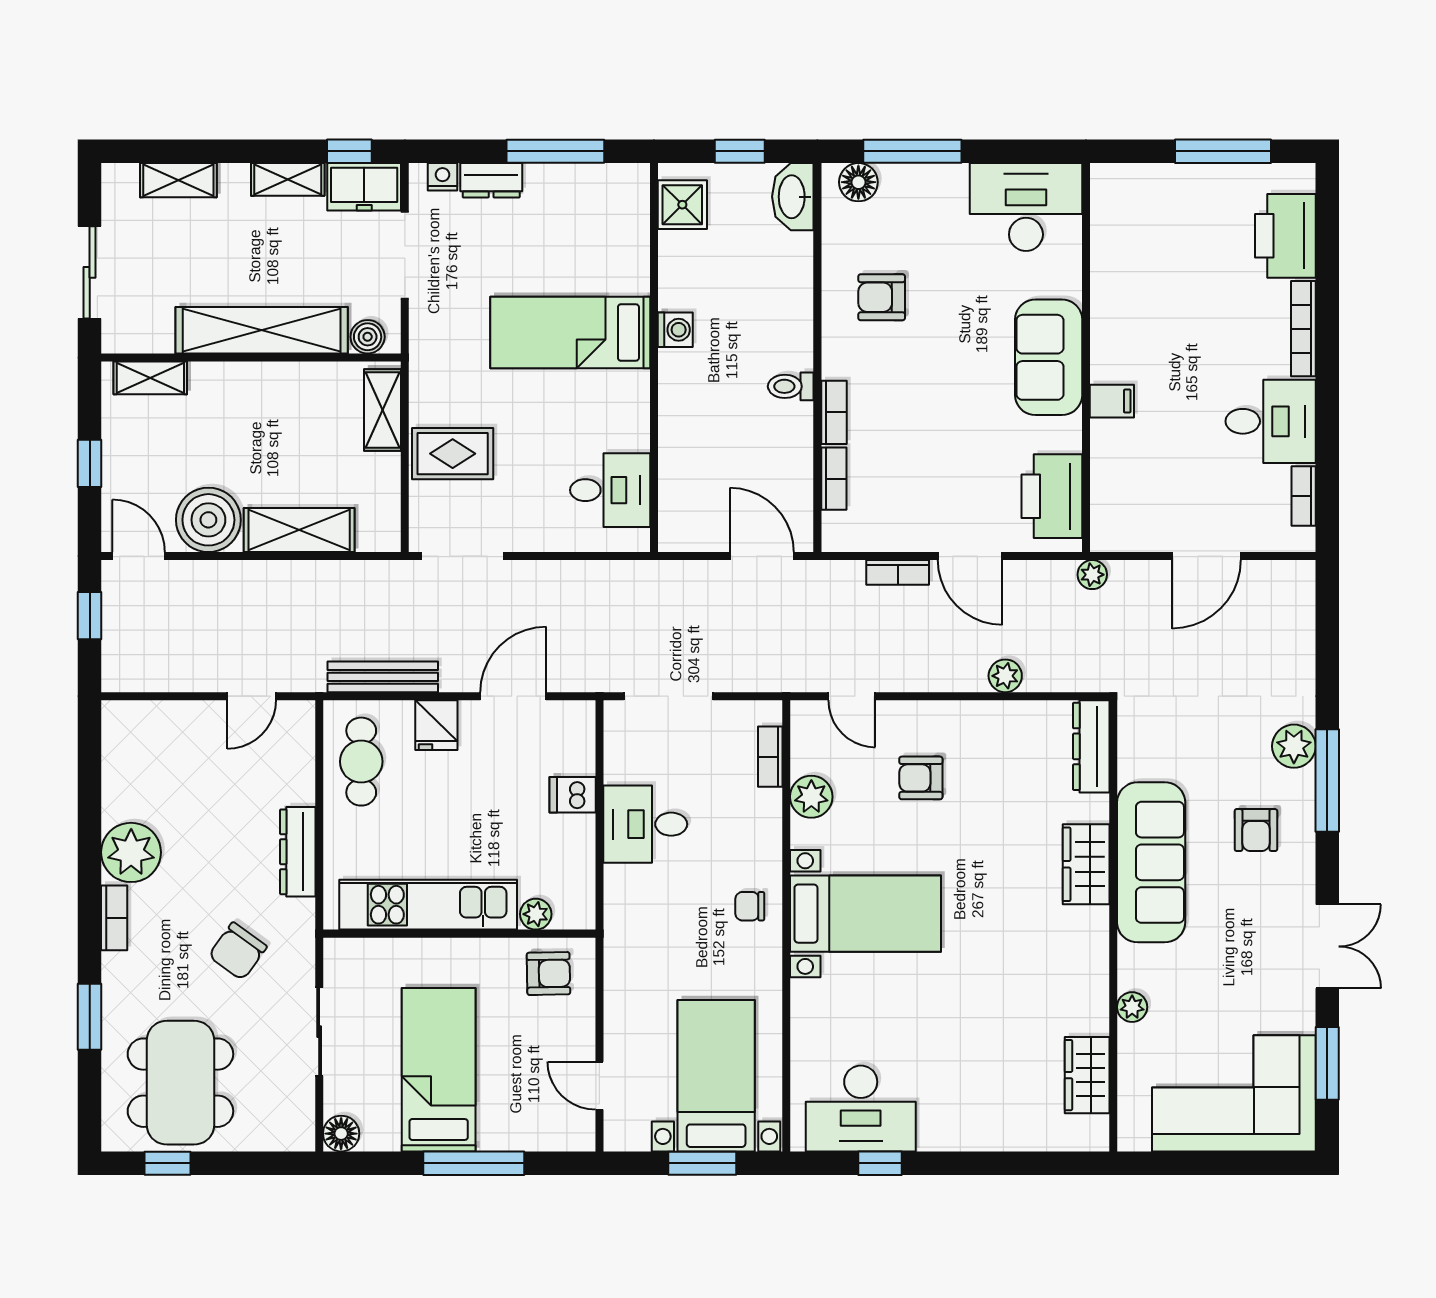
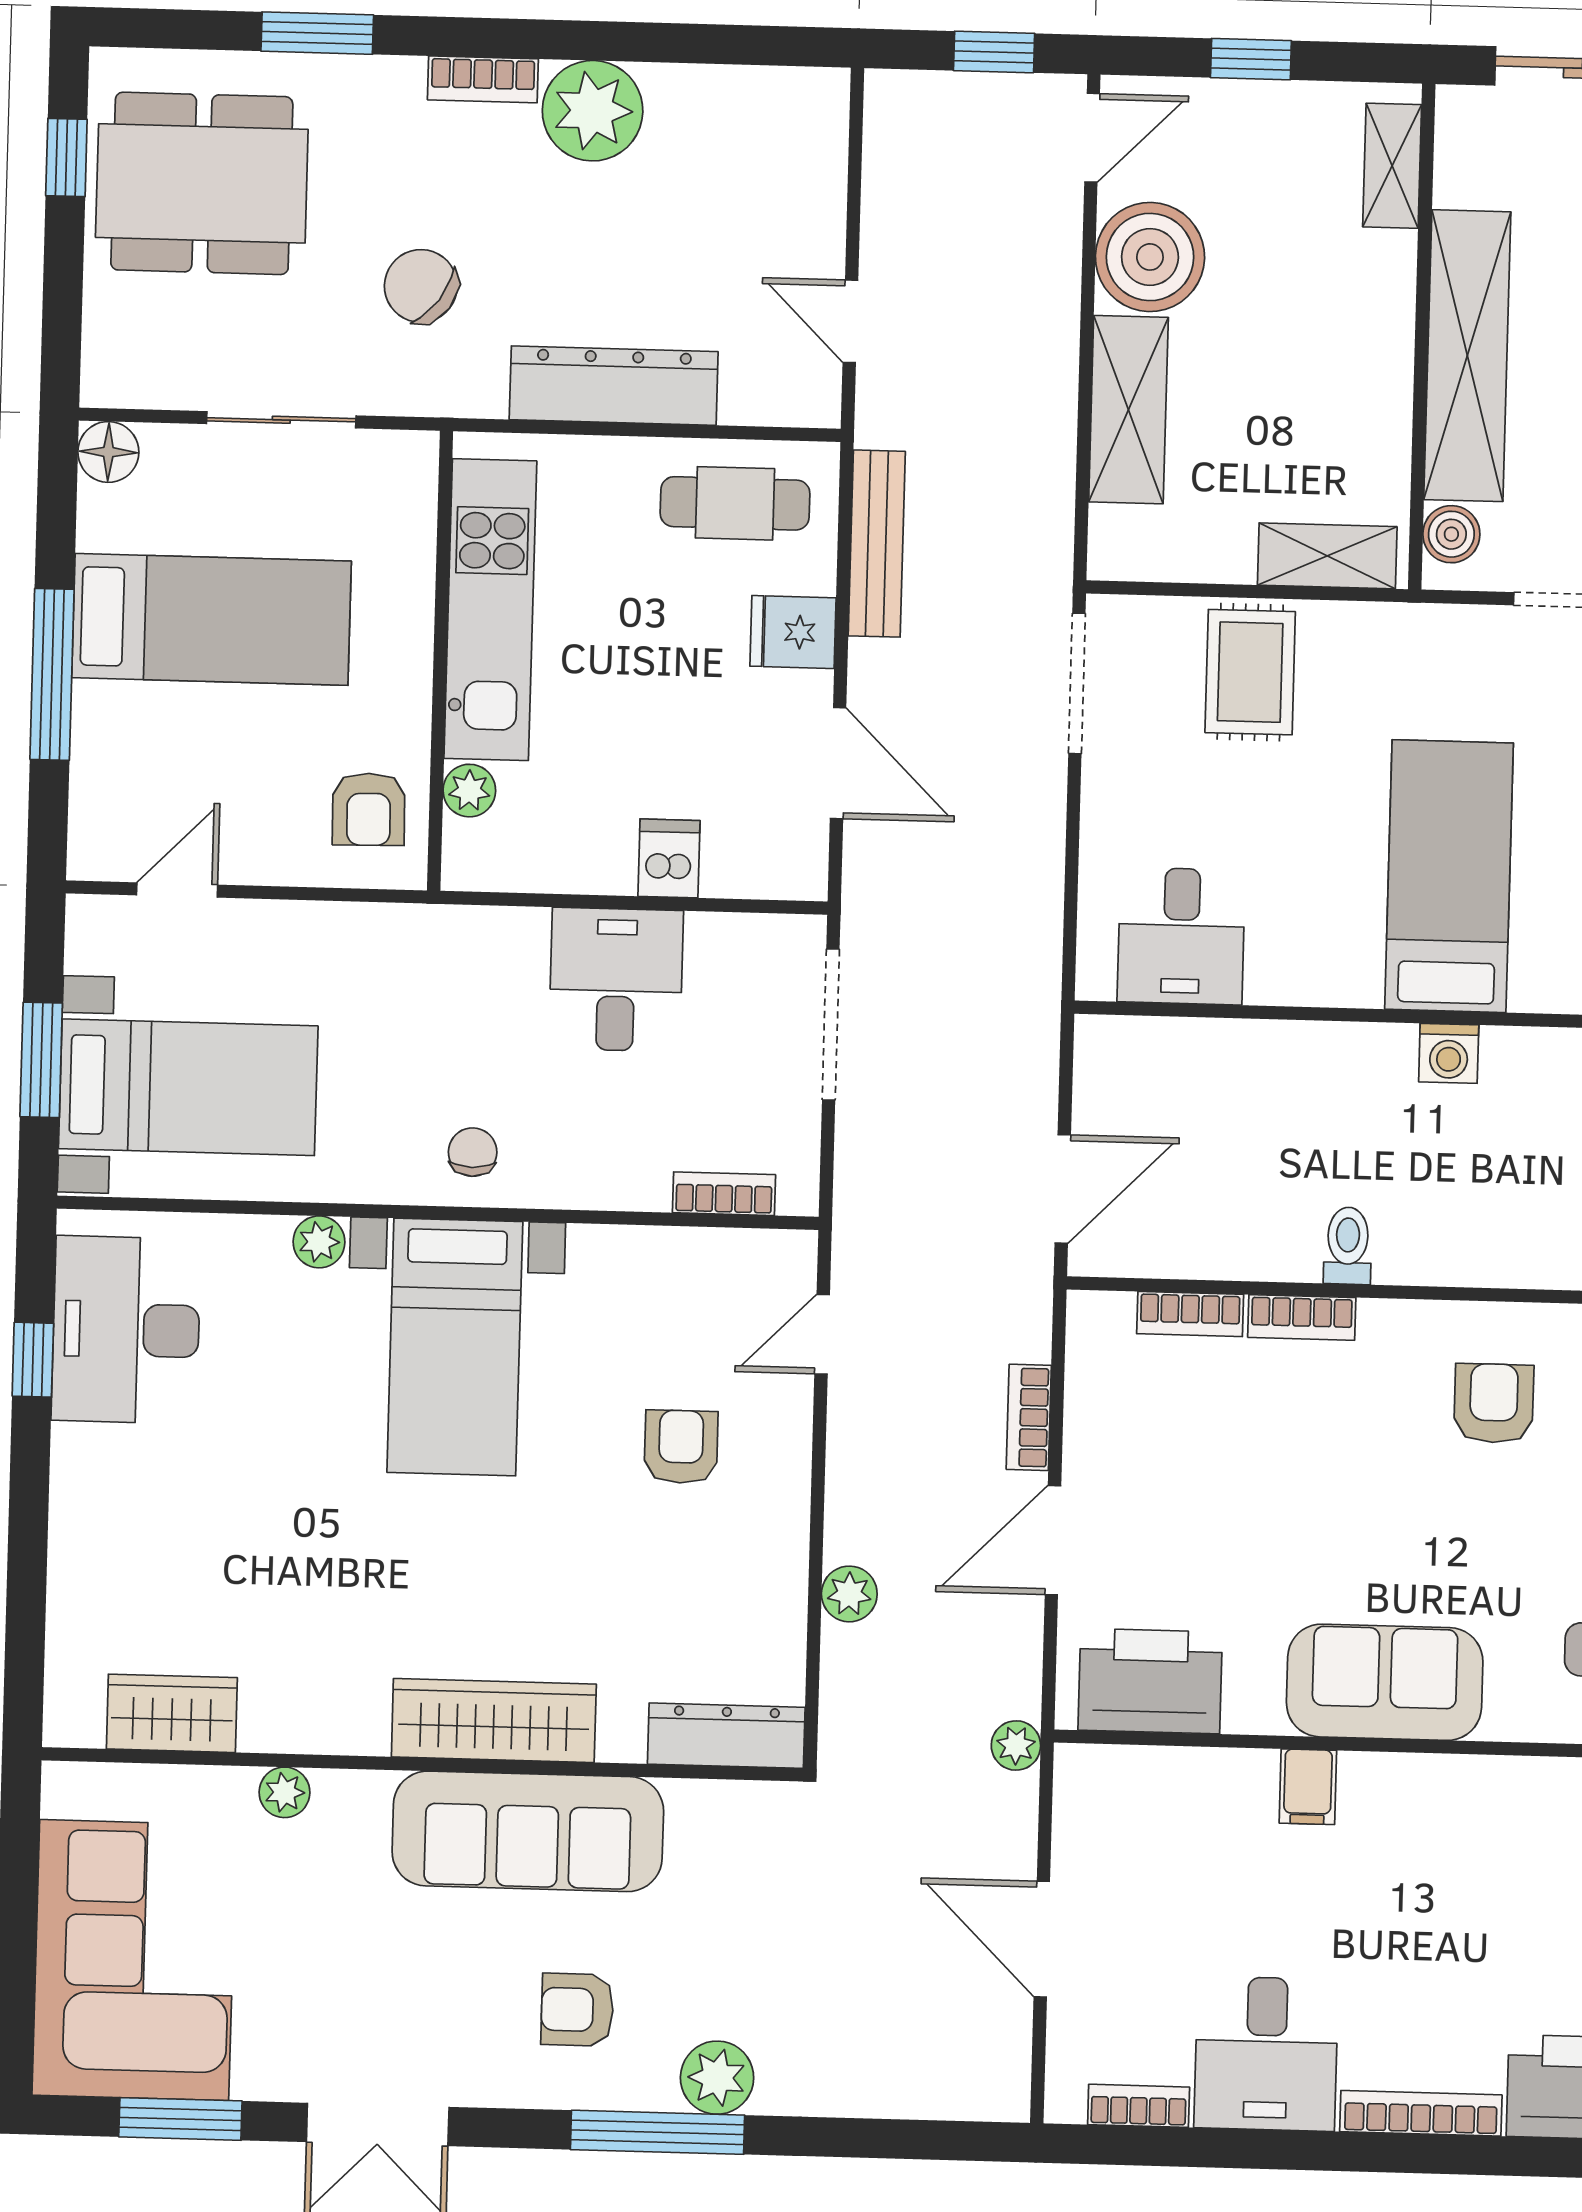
plant: (811, 797) -> (319, 1242), moved, width x0.73, depth x0.73
dresser: (298, 852) -> (614, 386), width x1.37, depth x1.24
wardrobe: (1086, 864) -> (494, 1720), width x1.50

